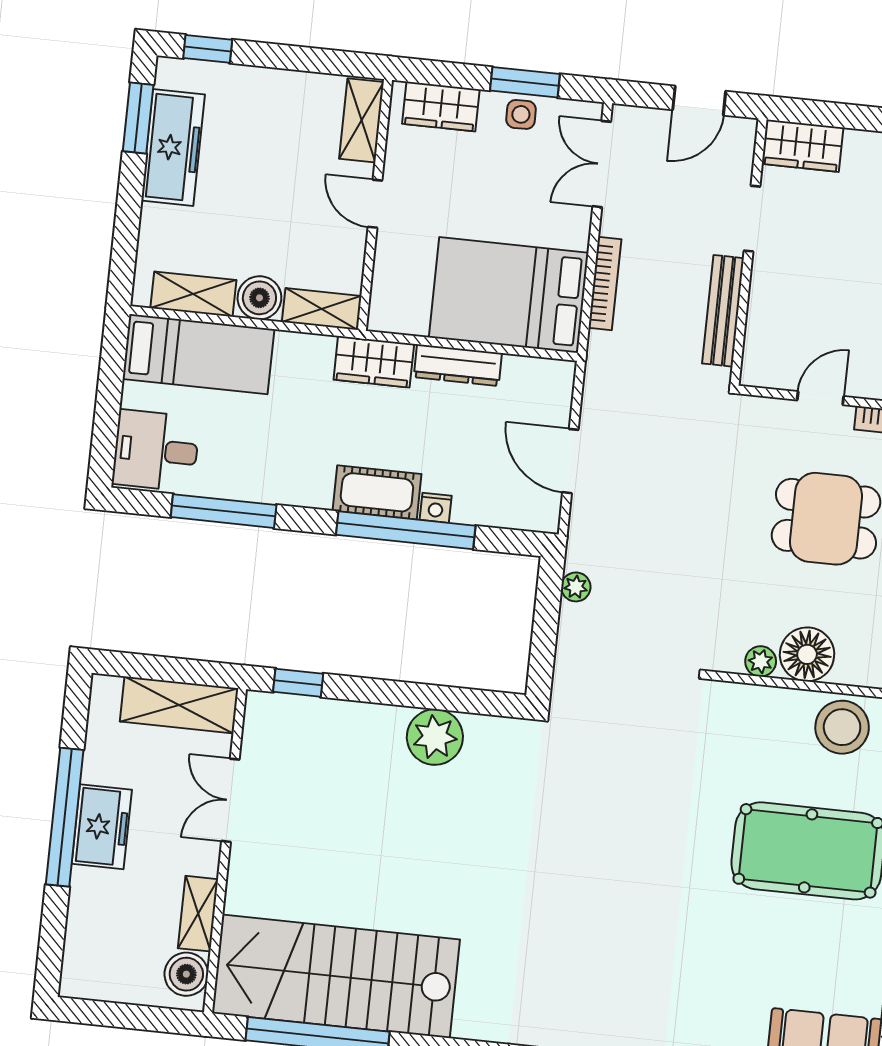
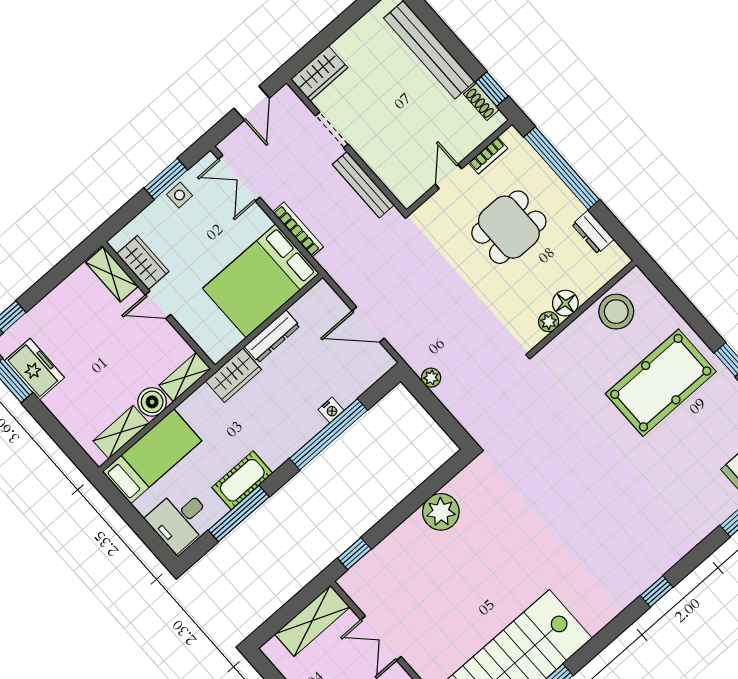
wardrobe: (441, 107) -> (143, 263), moved, turned -90
freezer: (173, 147) -> (35, 369), width x0.71
cot: (377, 492) -> (242, 480), moved
floor lamp: (807, 654) -> (565, 303), width x0.73, depth x0.73

